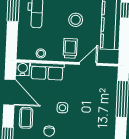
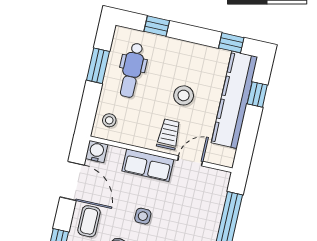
stool: (41, 53) -> (109, 120), moved
row of seats: (47, 71) -> (148, 165), moved

